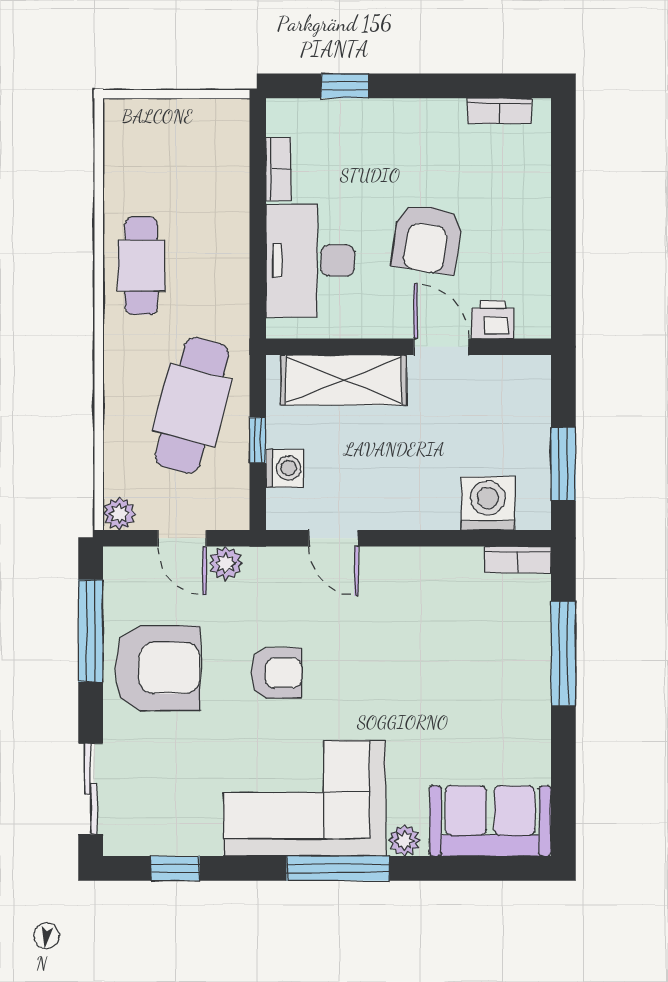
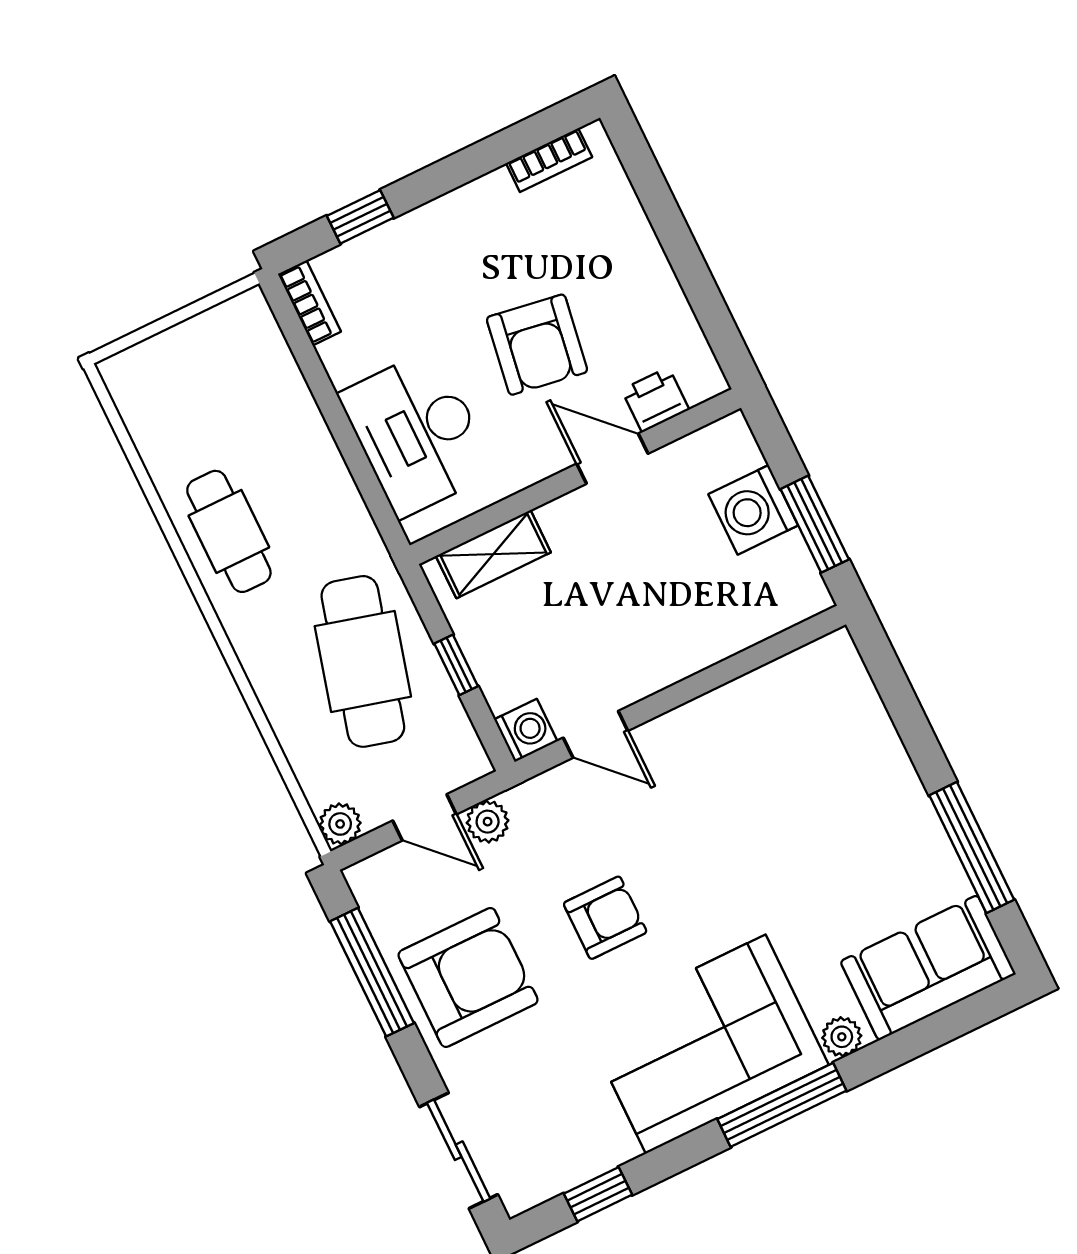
bookcase: (278, 169) -> (309, 303), moved
shelving: (344, 380) -> (493, 554), width x0.67, depth x0.75
washing machine: (285, 468) -> (526, 730), moved
washing machine: (488, 503) -> (753, 510), moved, turned -90
bookcase: (518, 560) -> (816, 657), removed
window: (563, 653) -> (972, 848), moved

